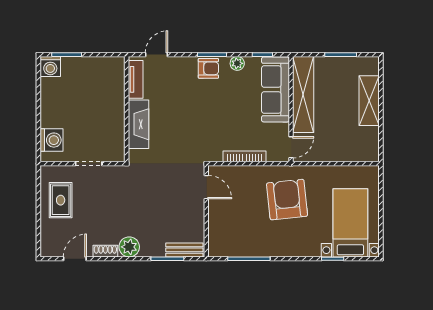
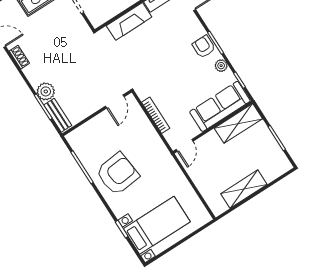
armchair: (208, 68) -> (204, 47), turned 180
shelving: (303, 94) -> (238, 123), width x0.68
shelving: (369, 101) -> (244, 189), moved
door: (291, 147) -> (185, 145), hinge flipped
armchair: (287, 200) -> (117, 174), moved
plant: (129, 247) -> (46, 91), moved

